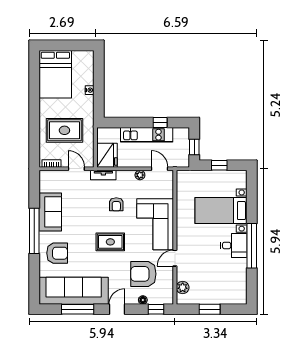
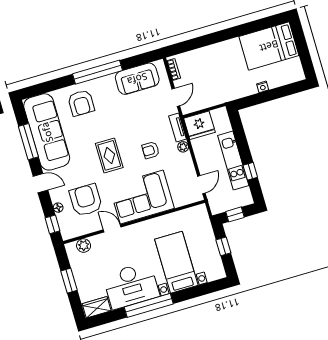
rug: (64, 130) -> (213, 73), removed
plant: (140, 175) -> (183, 147), moved
sofa: (50, 212) -> (137, 79), moved
desk: (234, 245) -> (131, 285), width x1.87, depth x1.30
wardrobe: (240, 292) -> (97, 307), added

